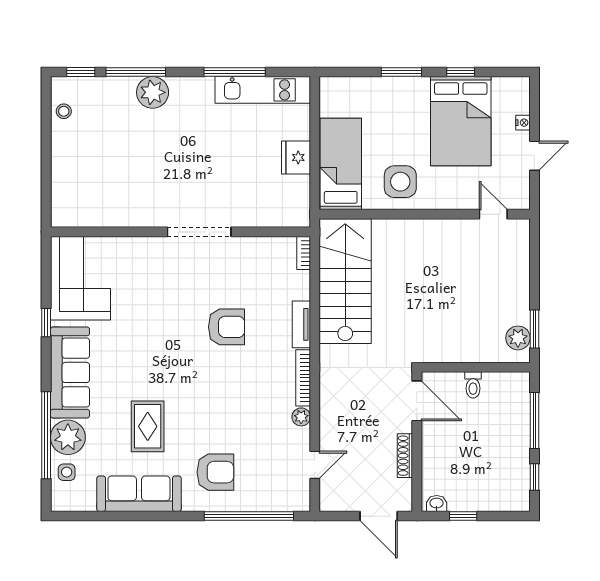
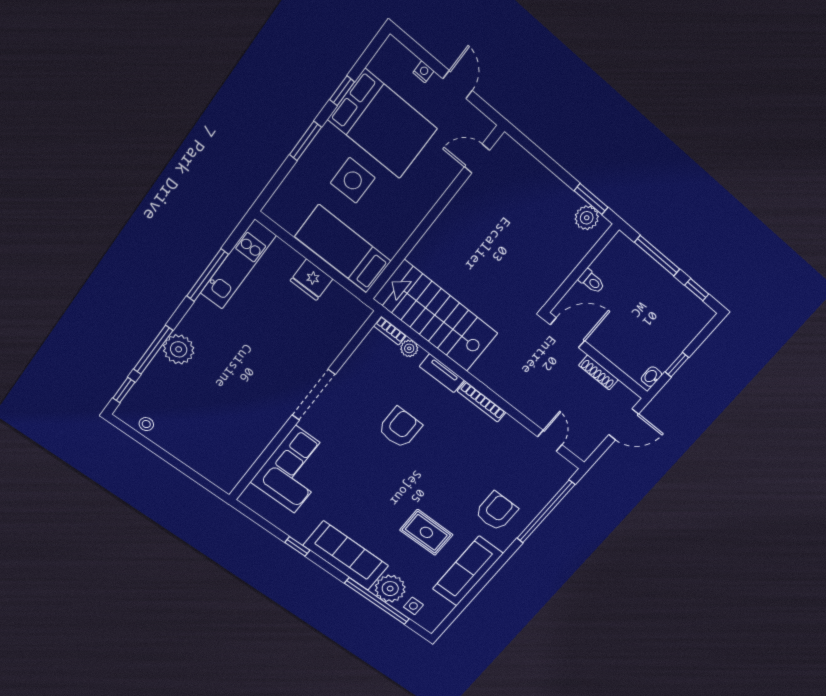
side table: (400, 182) -> (353, 180), moved
corner sofa: (80, 278) -> (295, 470), moved, turned 90
plant: (301, 417) -> (409, 348), moved

